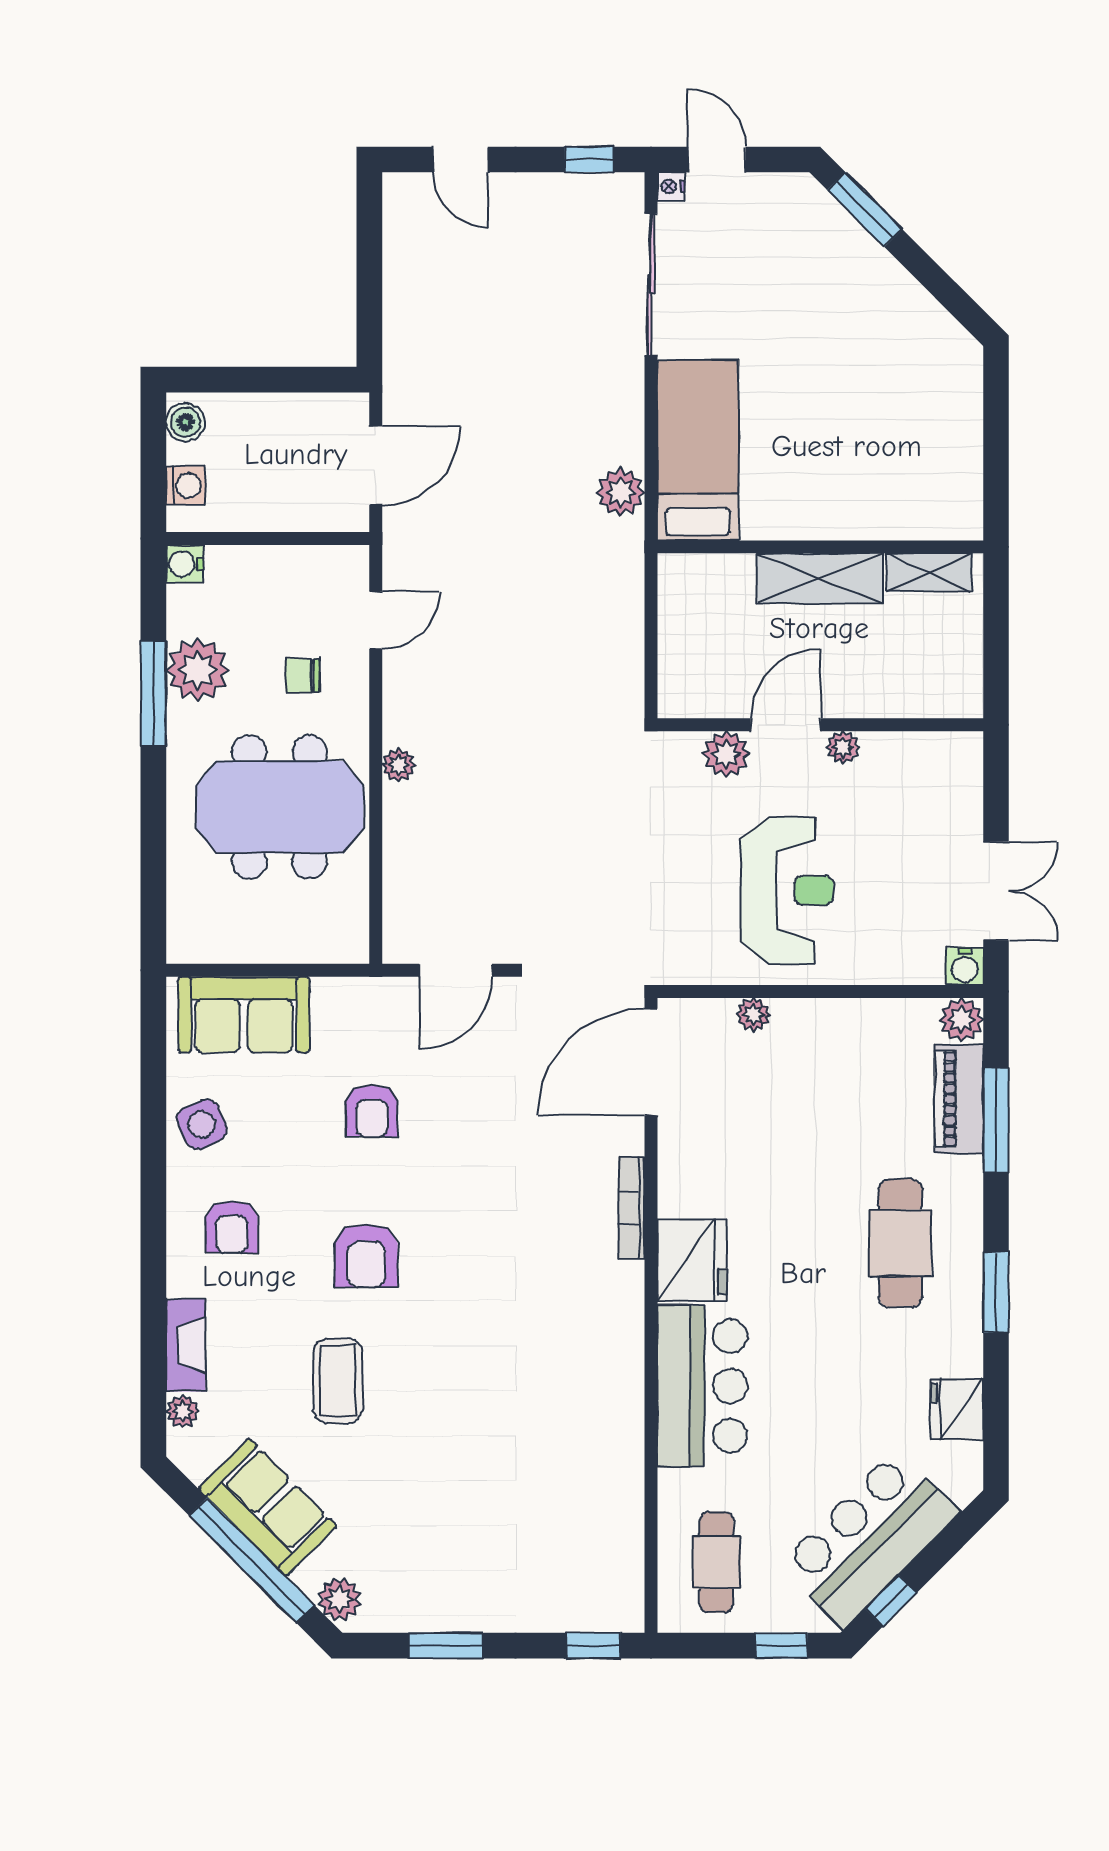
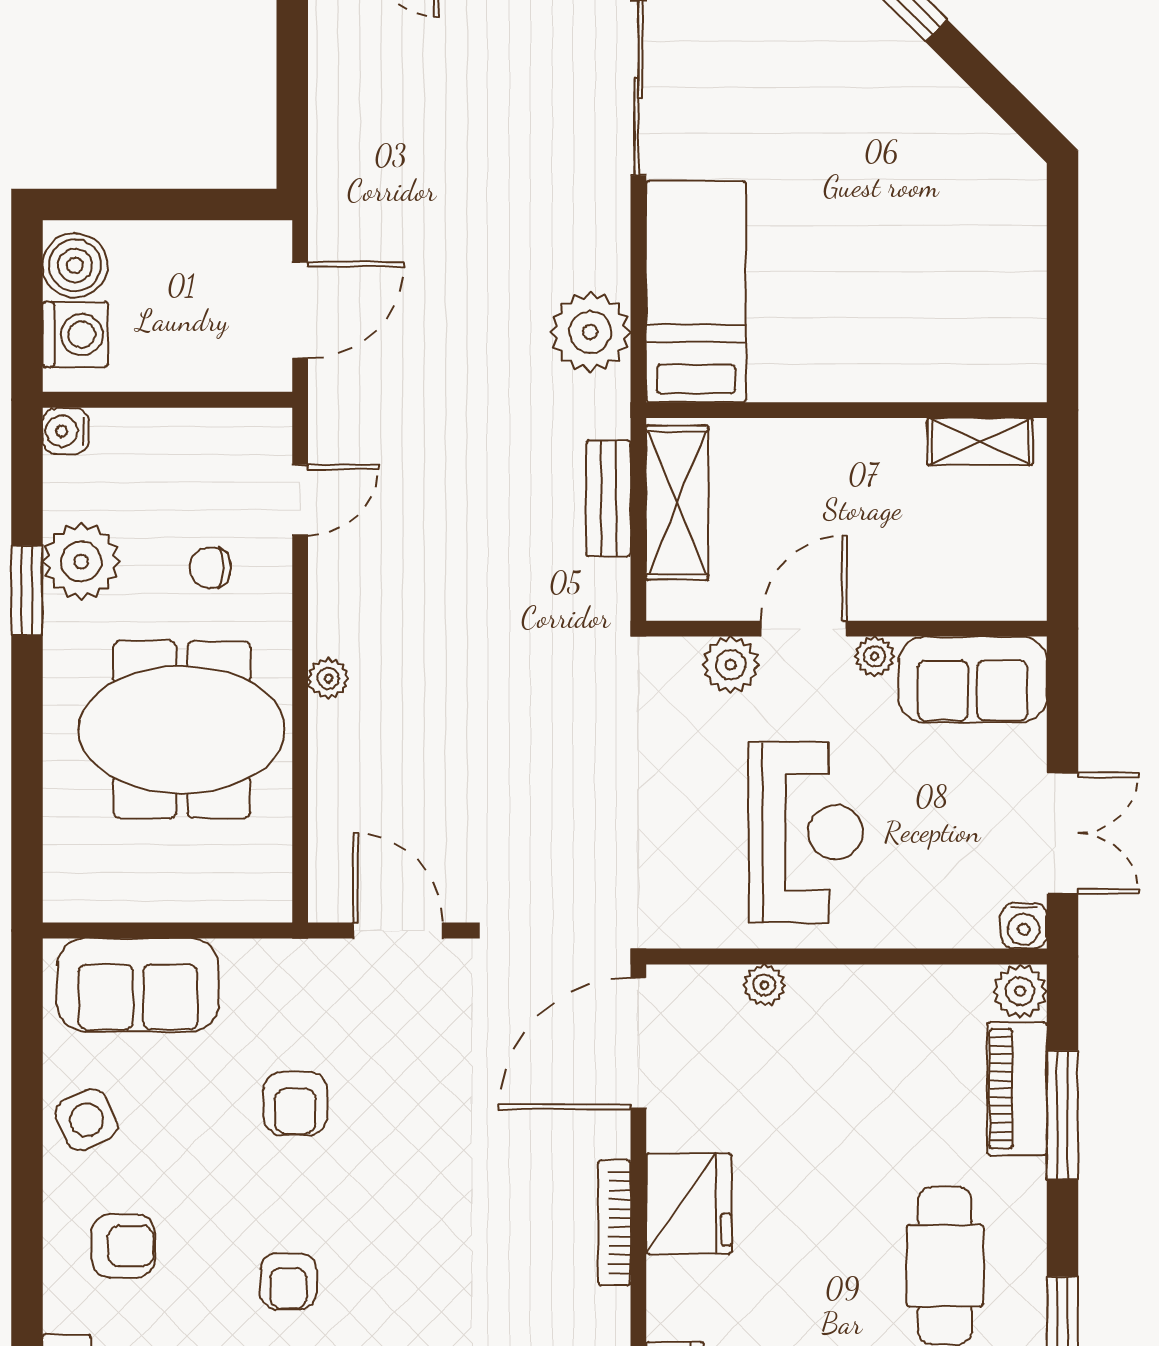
boiler: (185, 422) -> (75, 265), width x1.36, depth x1.36
washing machine: (185, 485) -> (75, 335), width x1.38, depth x1.38
plant: (621, 492) -> (590, 332), width x1.36, depth x1.36
shelving: (820, 578) -> (677, 503), moved, turned 90
bench: (627, 619) -> (608, 498), added
window: (153, 694) -> (27, 590), width x0.69
sofa: (923, 766) -> (973, 679), added
door: (456, 970) -> (398, 930), swing flipped
armchair: (232, 1227) -> (123, 1246), turned -90
armchair: (366, 1256) -> (288, 1281), width x0.72, depth x0.72
fridge: (692, 1261) -> (689, 1204), moved

